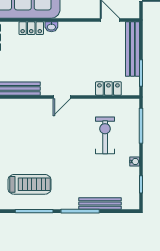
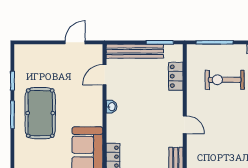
washbasin: (51, 27) -> (112, 107), moved

